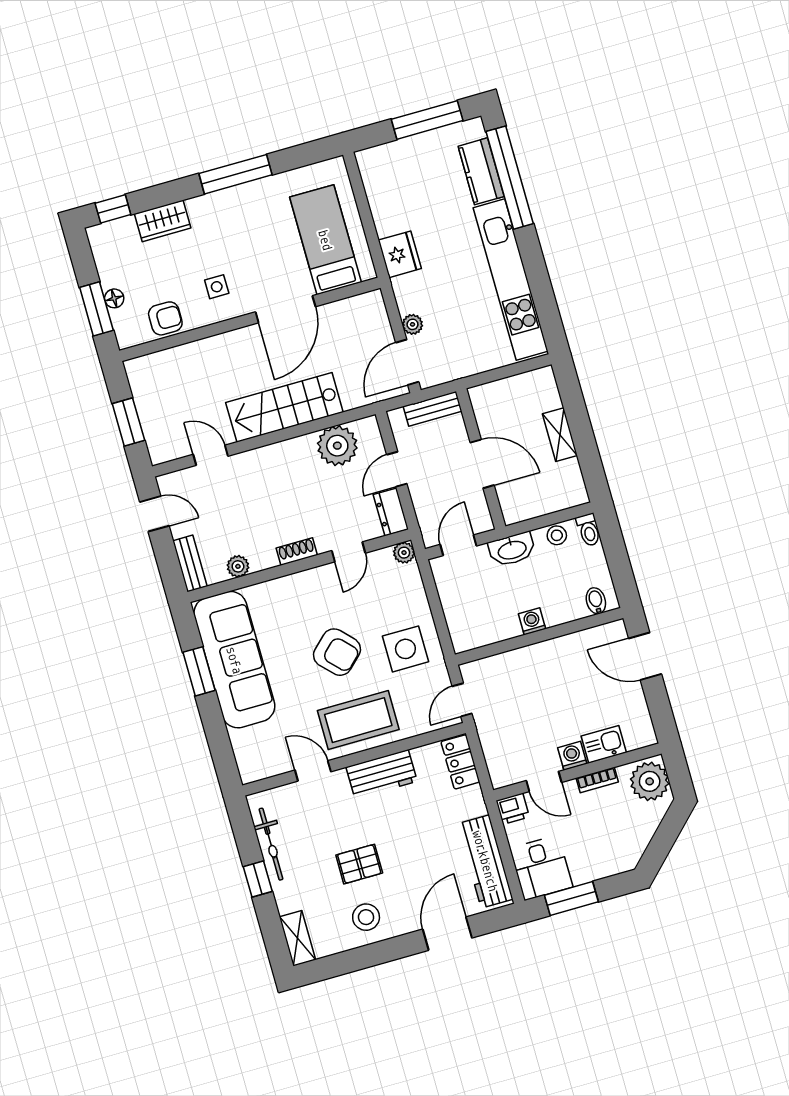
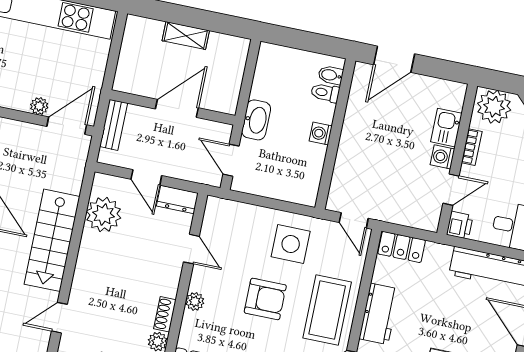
door: (407, 362) -> (67, 126), swing flipped
toilet: (589, 530) -> (325, 93), moved, turned 180
stool: (557, 535) -> (263, 79), removed
shoe rack: (297, 552) -> (165, 314), moved
plant: (404, 553) -> (195, 301), moved
armchair: (337, 652) -> (265, 299), turned 44

